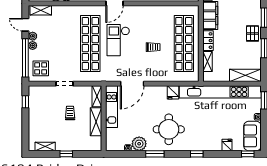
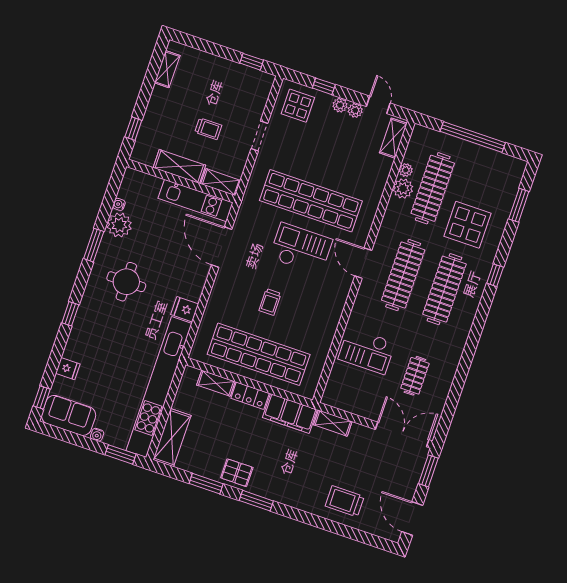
door: (25, 25) -> (378, 105), hinge flipped
window: (25, 58) -> (324, 86), width x0.32
round table: (169, 129) -> (126, 282), width x0.73, depth x0.73
window: (66, 154) -> (133, 129), moved

